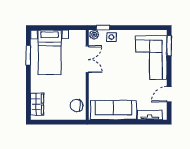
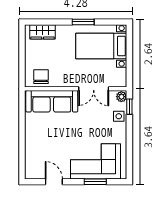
window: (169, 46) -> (95, 182), moved
window: (28, 55) -> (83, 22), moved
sofa: (114, 110) -> (52, 101), moved, turned 90
tv unit: (150, 115) -> (30, 160), removed

